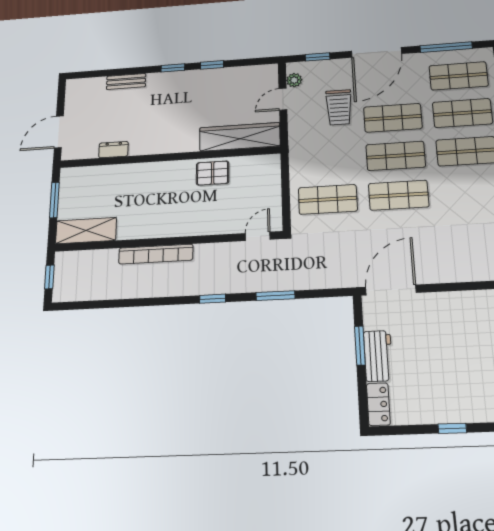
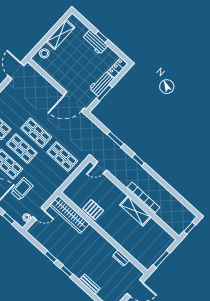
shelving: (86, 231) -> (135, 211), moved
workbench: (454, 410) -> (95, 42), added

